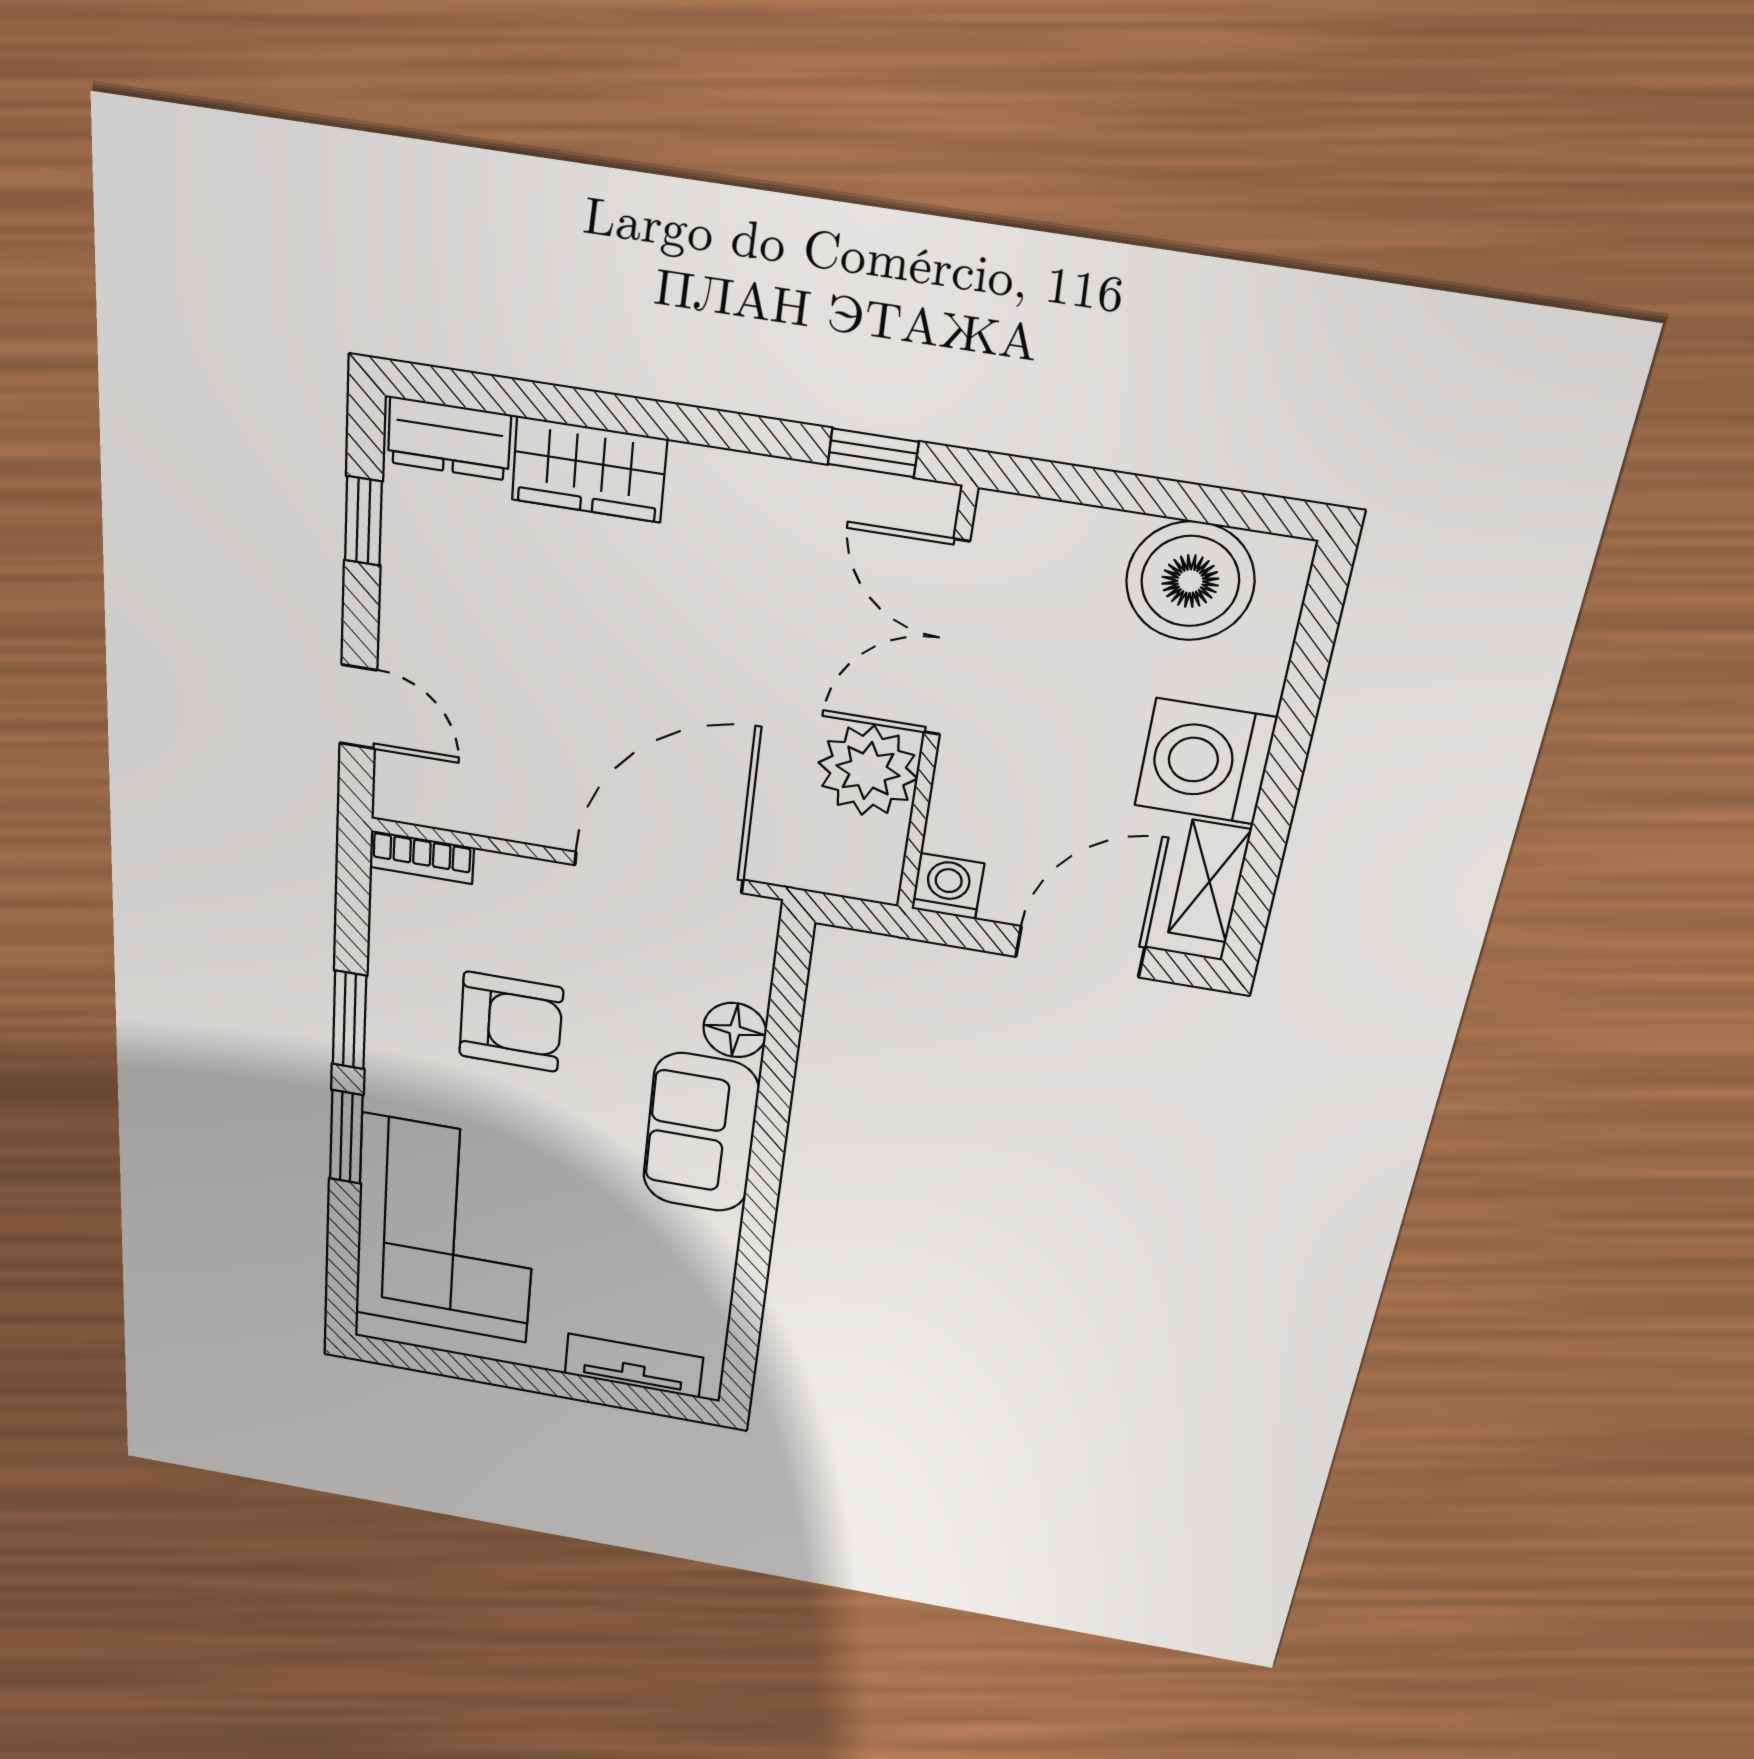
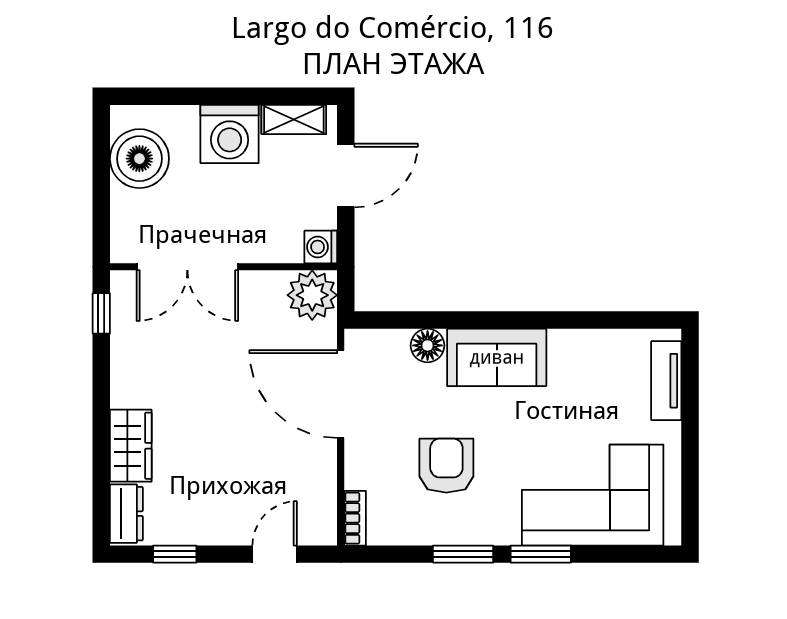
plant: (868, 771) -> (312, 295), moved
door: (1080, 952) -> (346, 175), swing flipped

